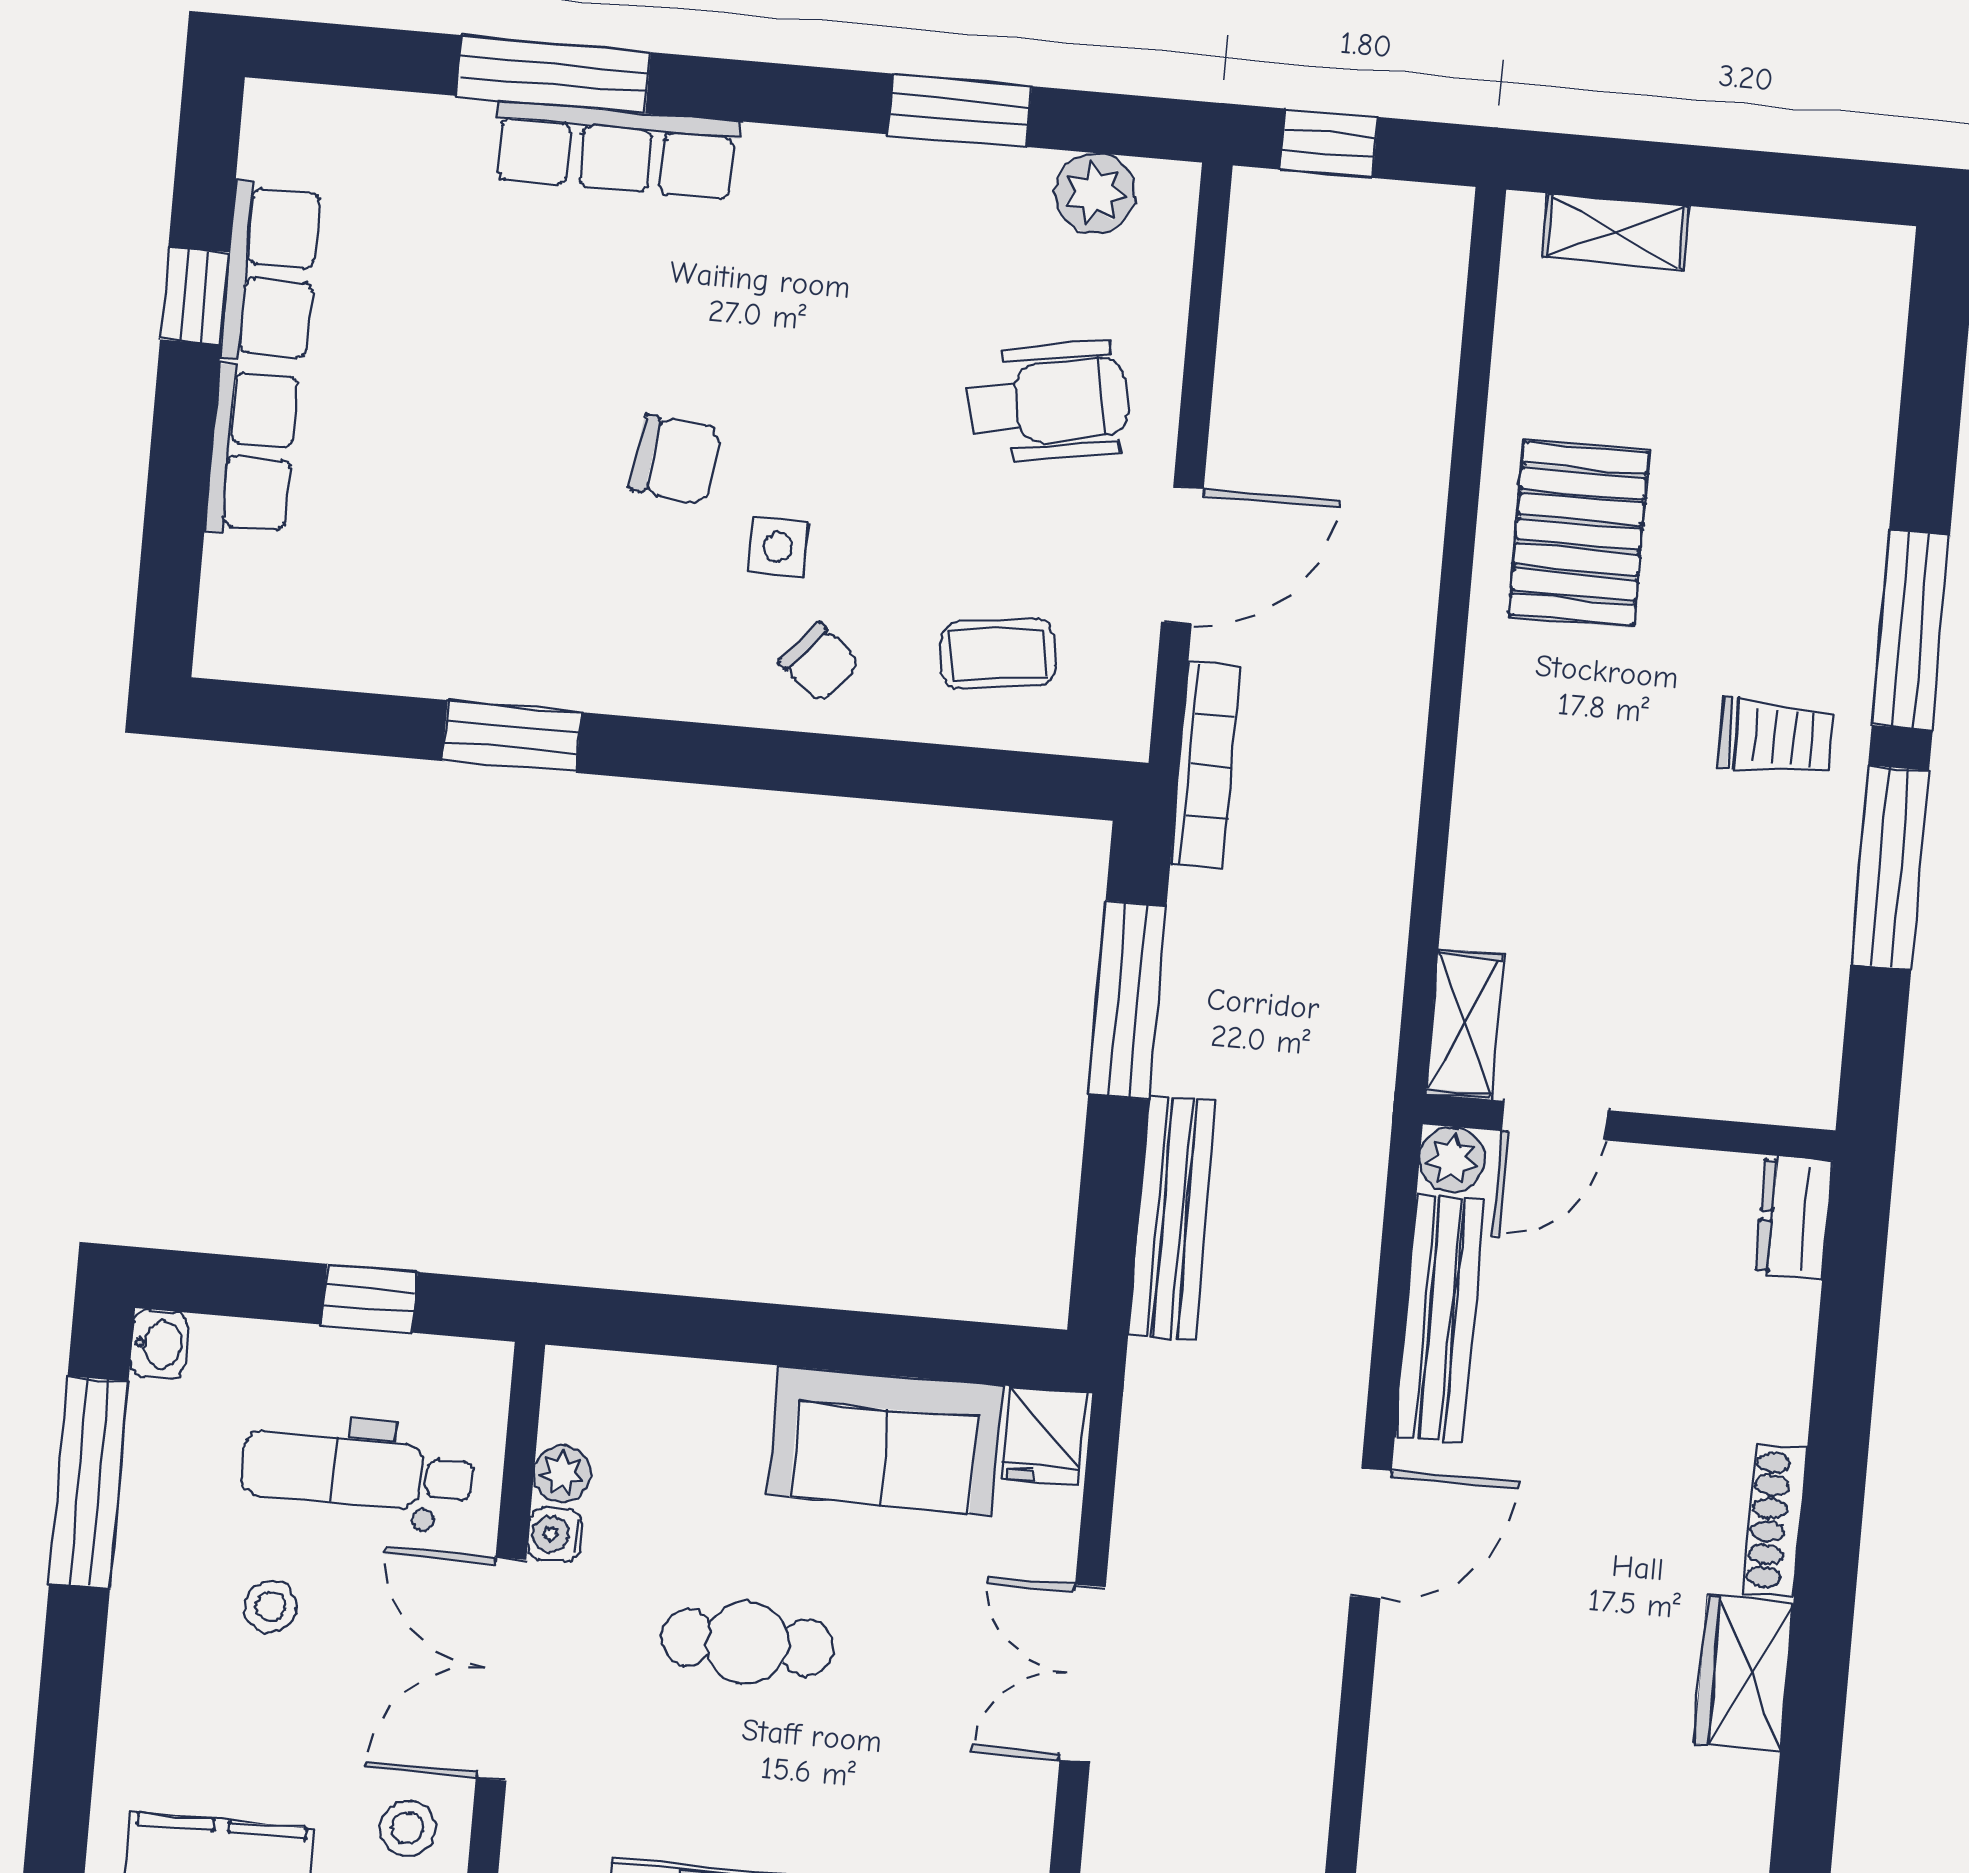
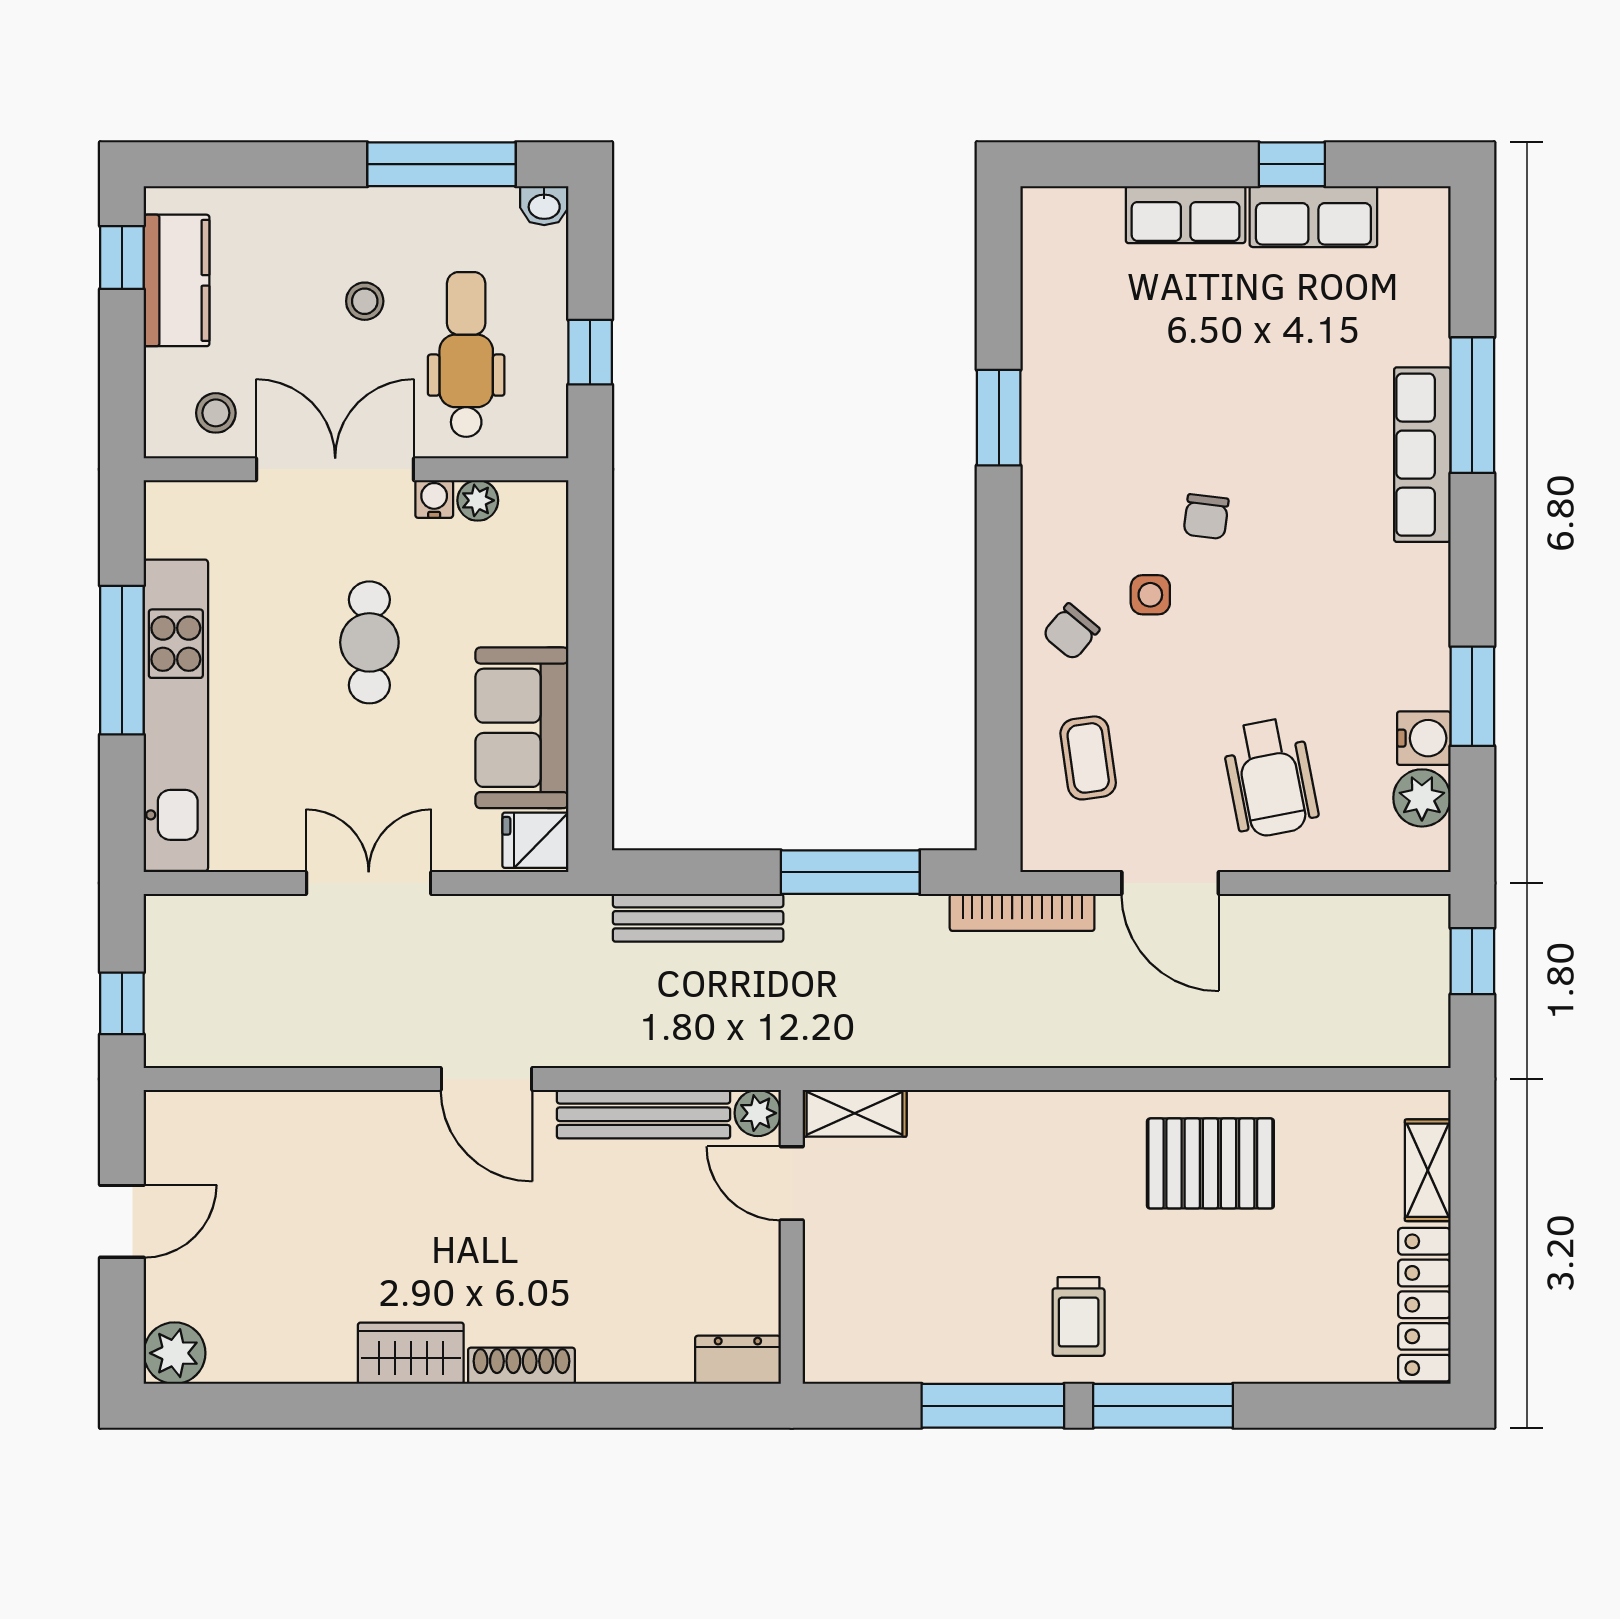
water cooler: (1012, 183) -> (1424, 738), added
locker: (1802, 253) -> (1424, 1305), added
chair: (676, 459) -> (1206, 517), width x0.73, depth x0.73

